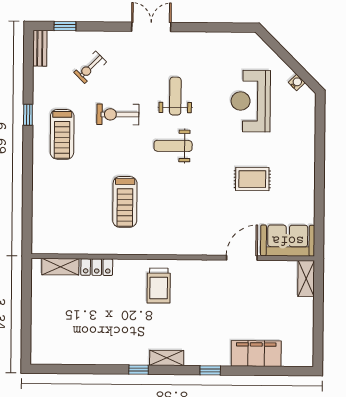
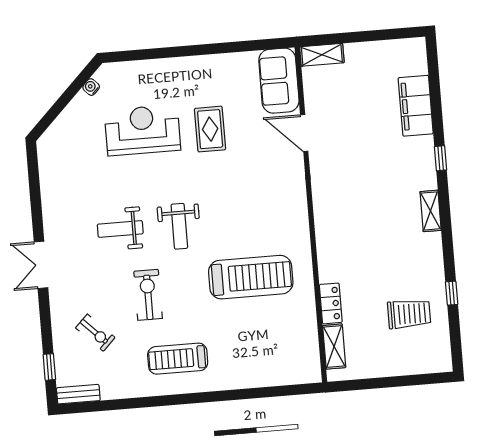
reception desk: (251, 101) -> (142, 130), moved, turned 180
exercise bike: (118, 114) -> (148, 295), turned 180
window: (28, 115) -> (158, 401), removed
treadmill: (62, 134) -> (178, 359), turned 180
treadmill: (125, 202) -> (251, 277), width x1.37, depth x1.38
trolley: (159, 286) -> (409, 314), moved
window: (139, 370) -> (452, 293), moved

